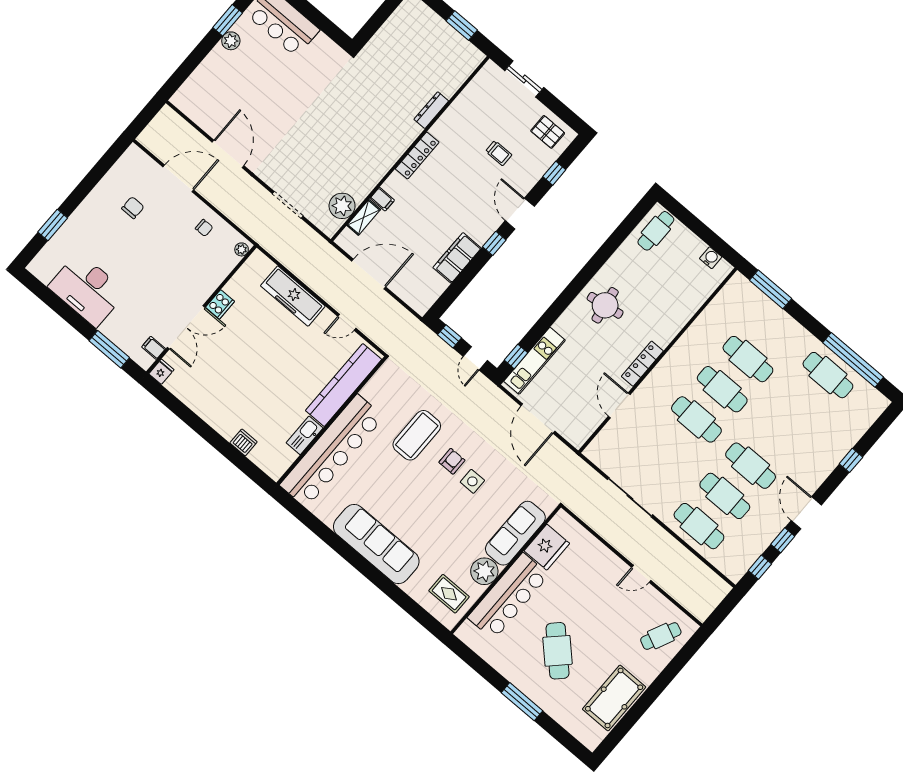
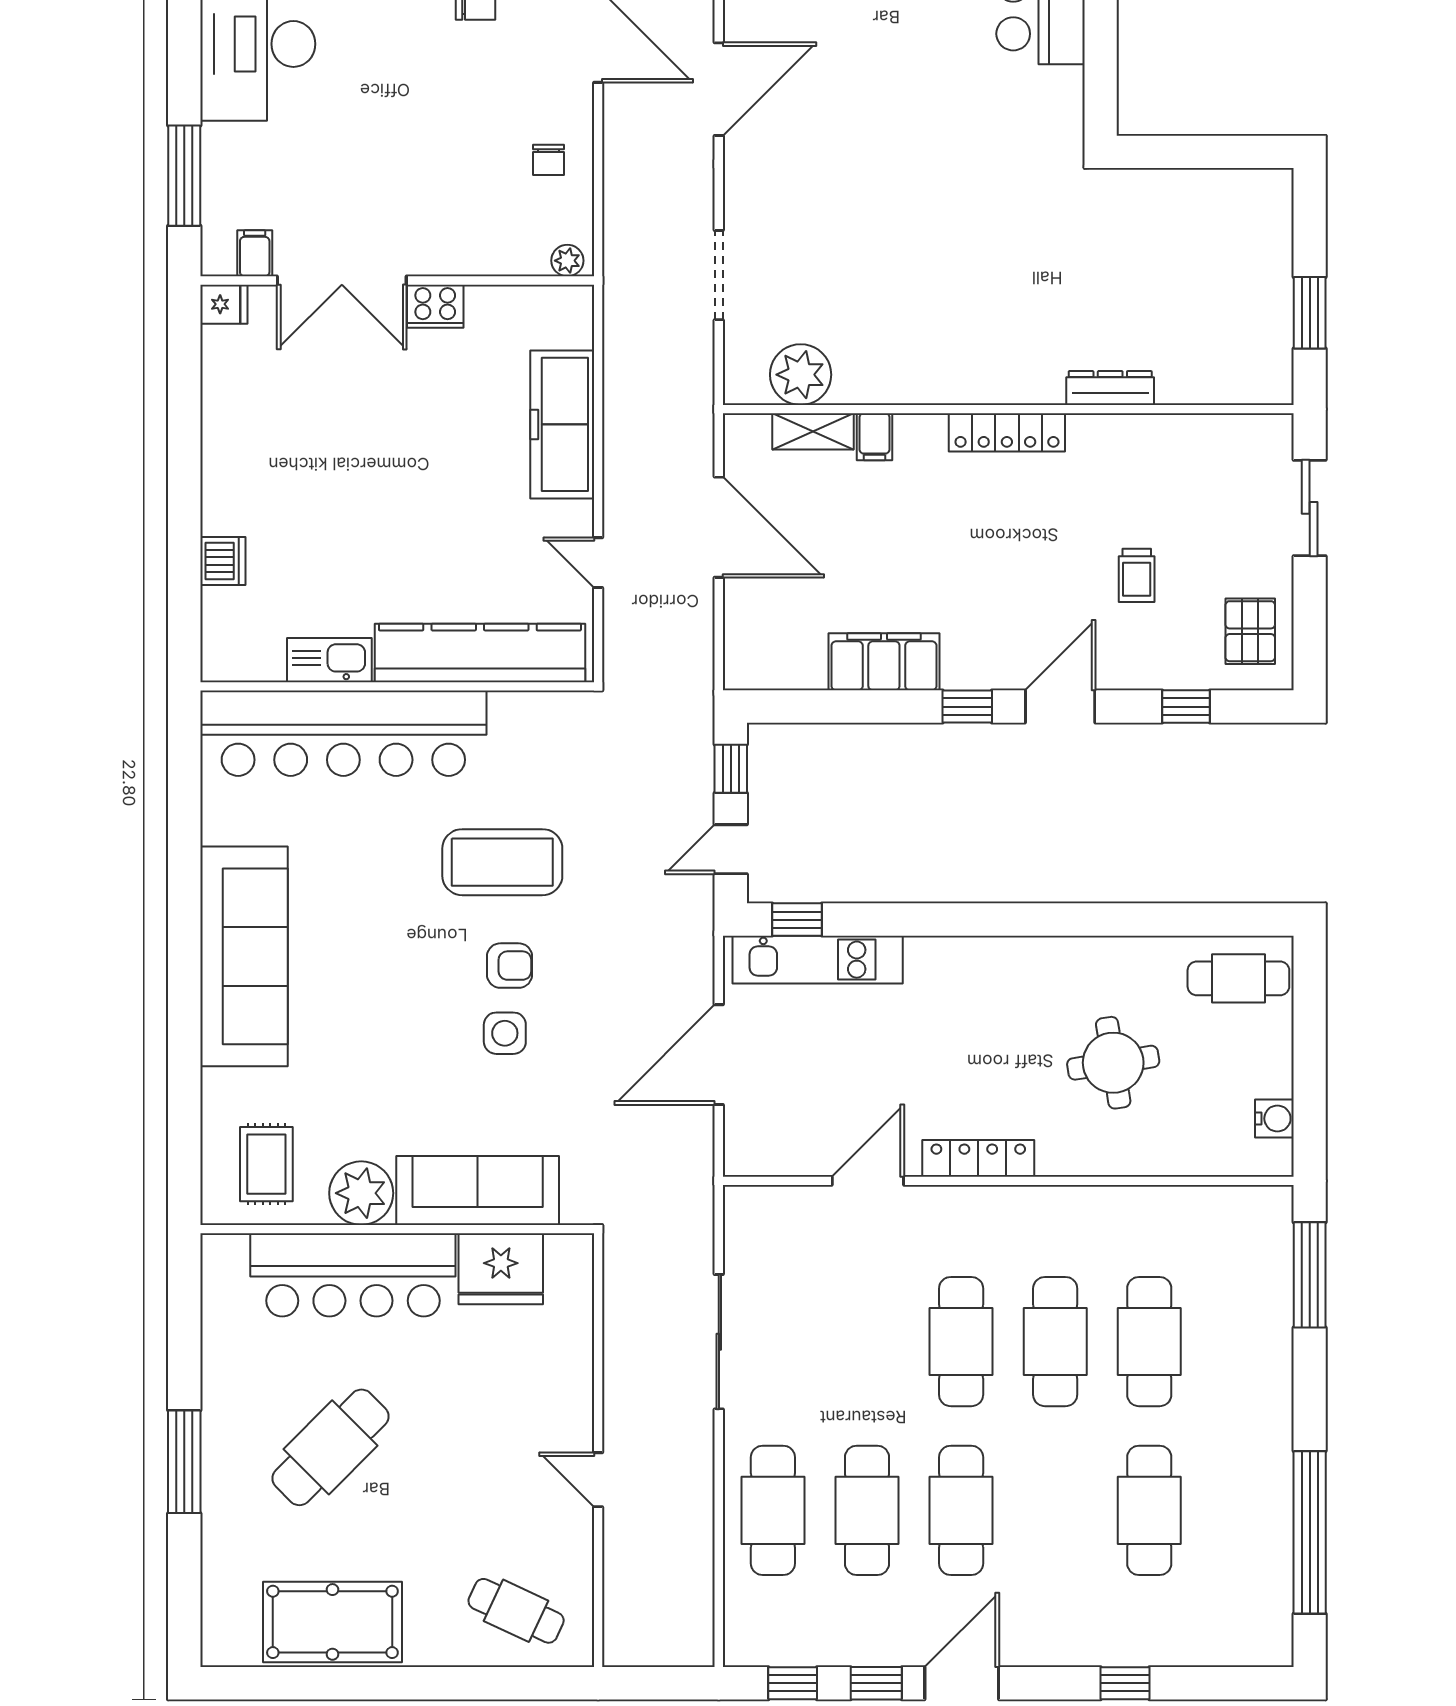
round table: (605, 305) -> (1113, 1063), moved
cafe table: (828, 375) -> (1149, 1510), moved

